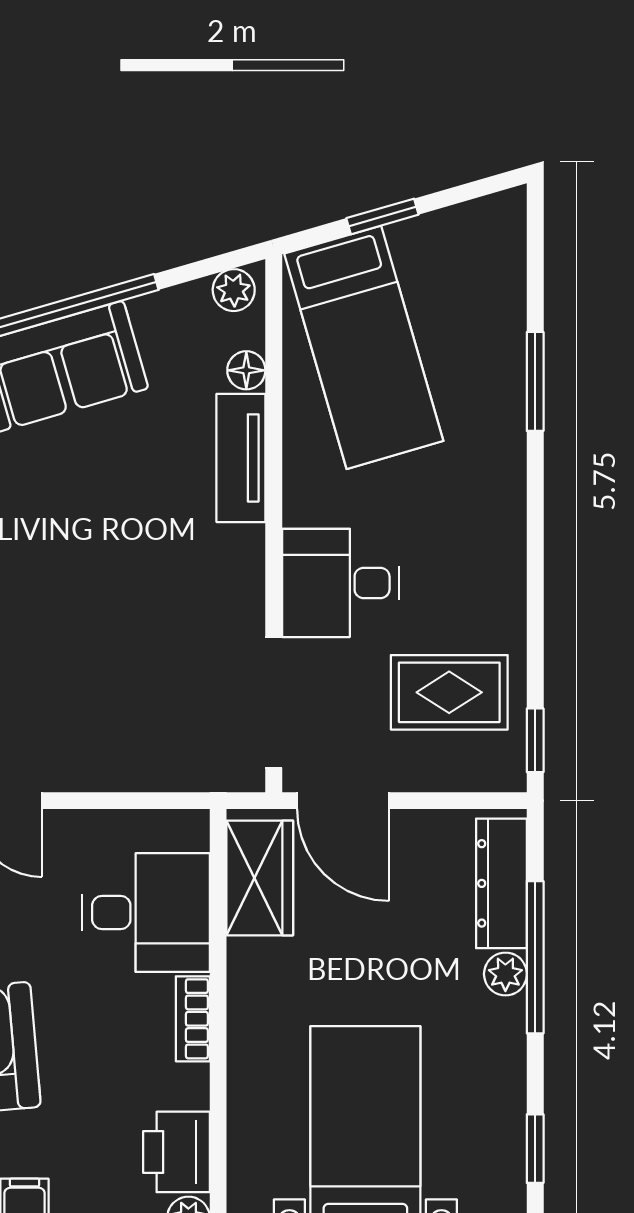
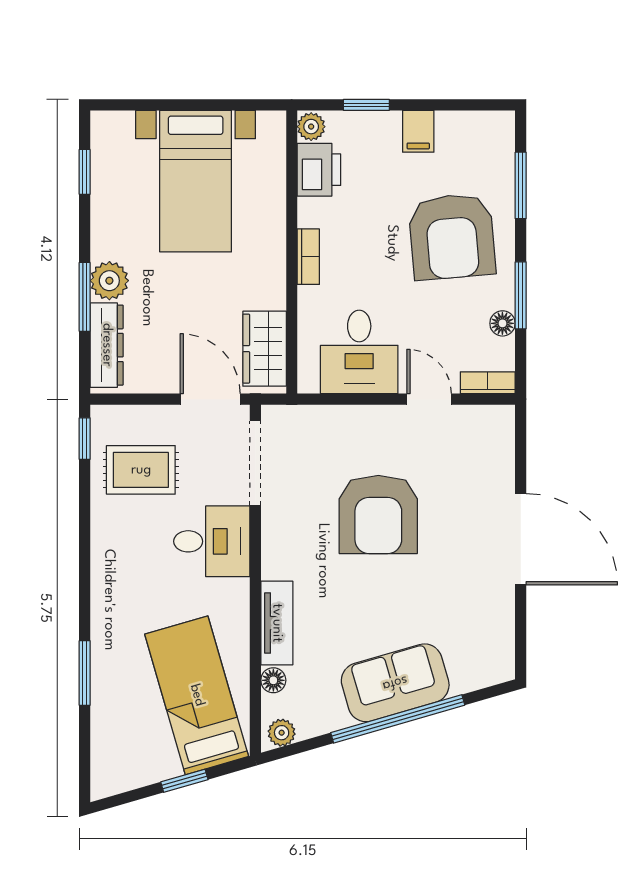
armchair: (86, 624) -> (378, 515), added
desk: (146, 912) -> (359, 352), moved, turned -90
window: (535, 957) -> (85, 297), width x0.69
plant: (505, 974) -> (109, 281), width x1.38, depth x1.38

